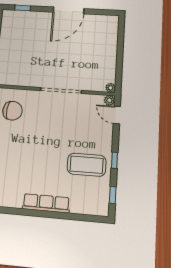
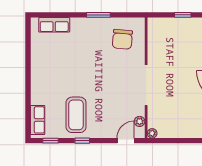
plant: (109, 100) -> (140, 121), moved
row of seats: (46, 203) -> (38, 120), moved, width x0.68

